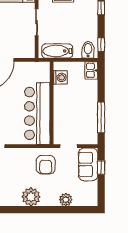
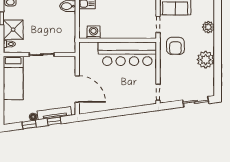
bathtub: (57, 51) -> (69, 35), removed
armchair: (46, 165) -> (175, 46), turned 90

